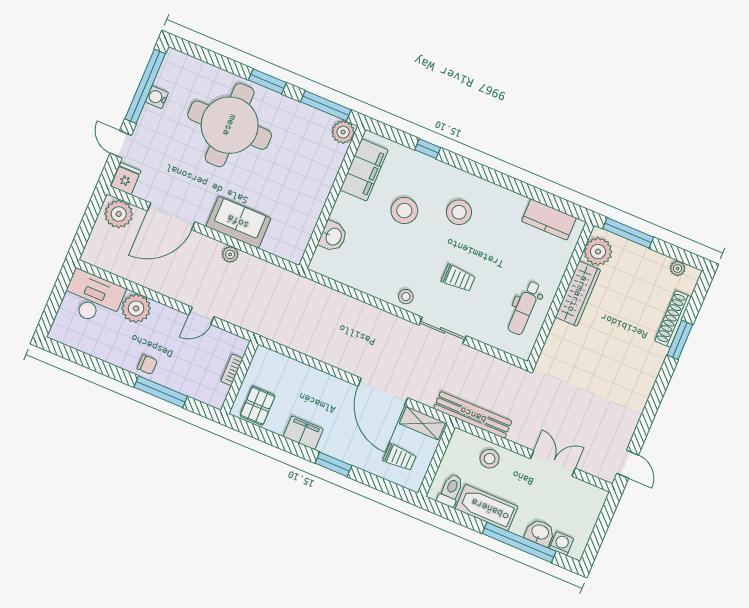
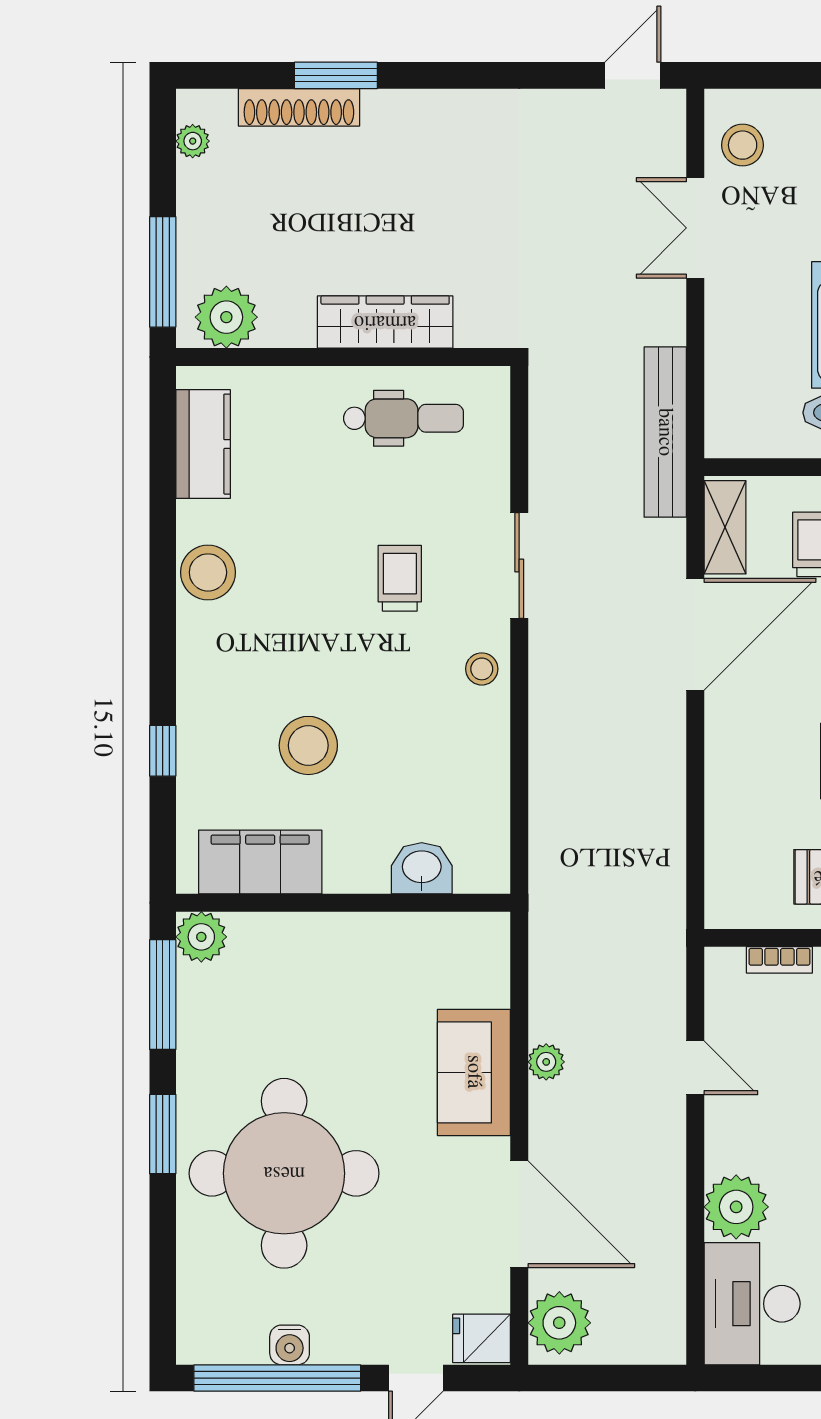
stool: (459, 212) -> (208, 572), moved
wardrobe: (578, 294) -> (385, 322), moved
stool: (490, 459) -> (743, 145), moved

